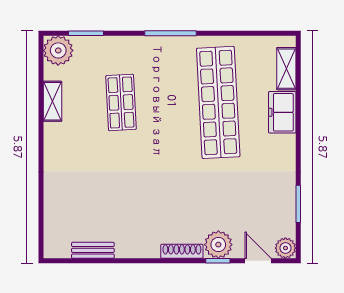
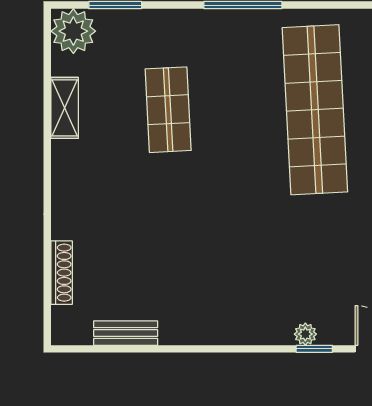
plant: (218, 245) -> (305, 334), width x0.53, depth x0.53
shoe rack: (182, 251) -> (62, 273), moved, turned 90

